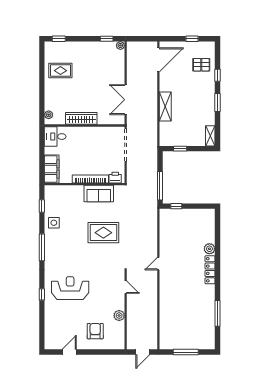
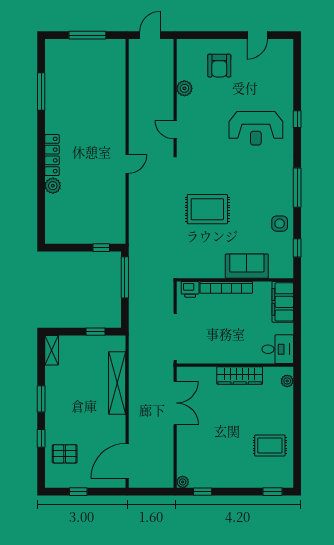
shelving: (165, 107) -> (117, 383), width x1.47
sofa: (99, 194) -> (247, 266), moved

